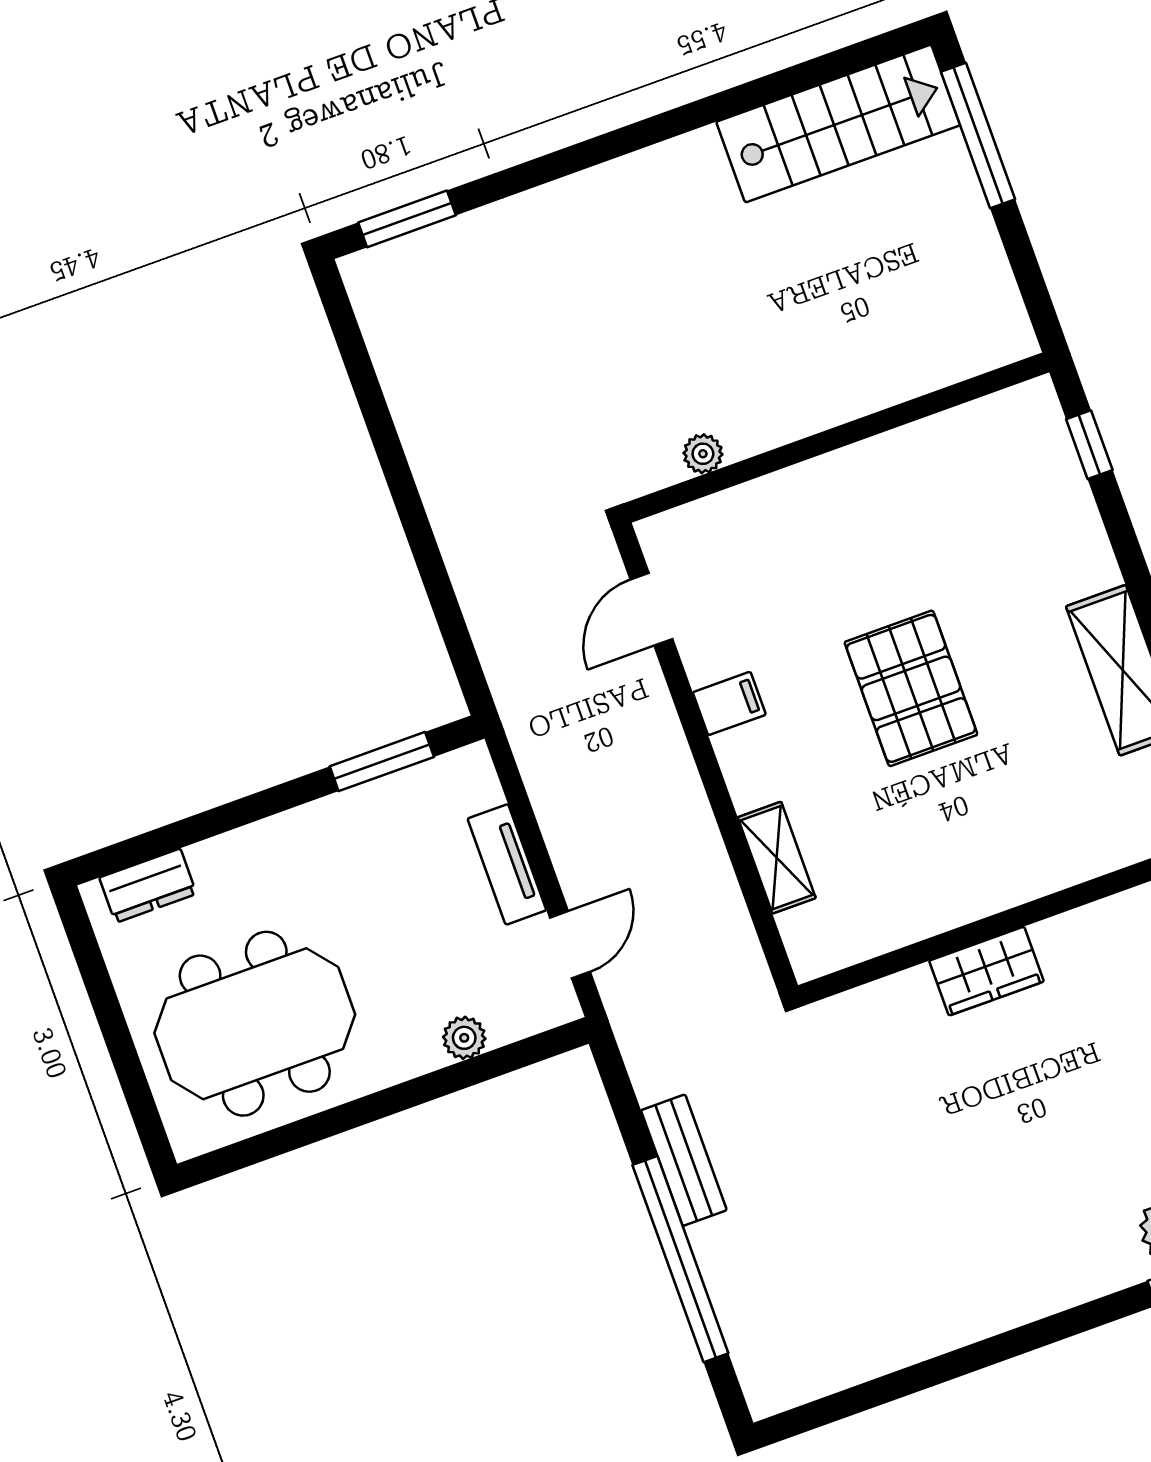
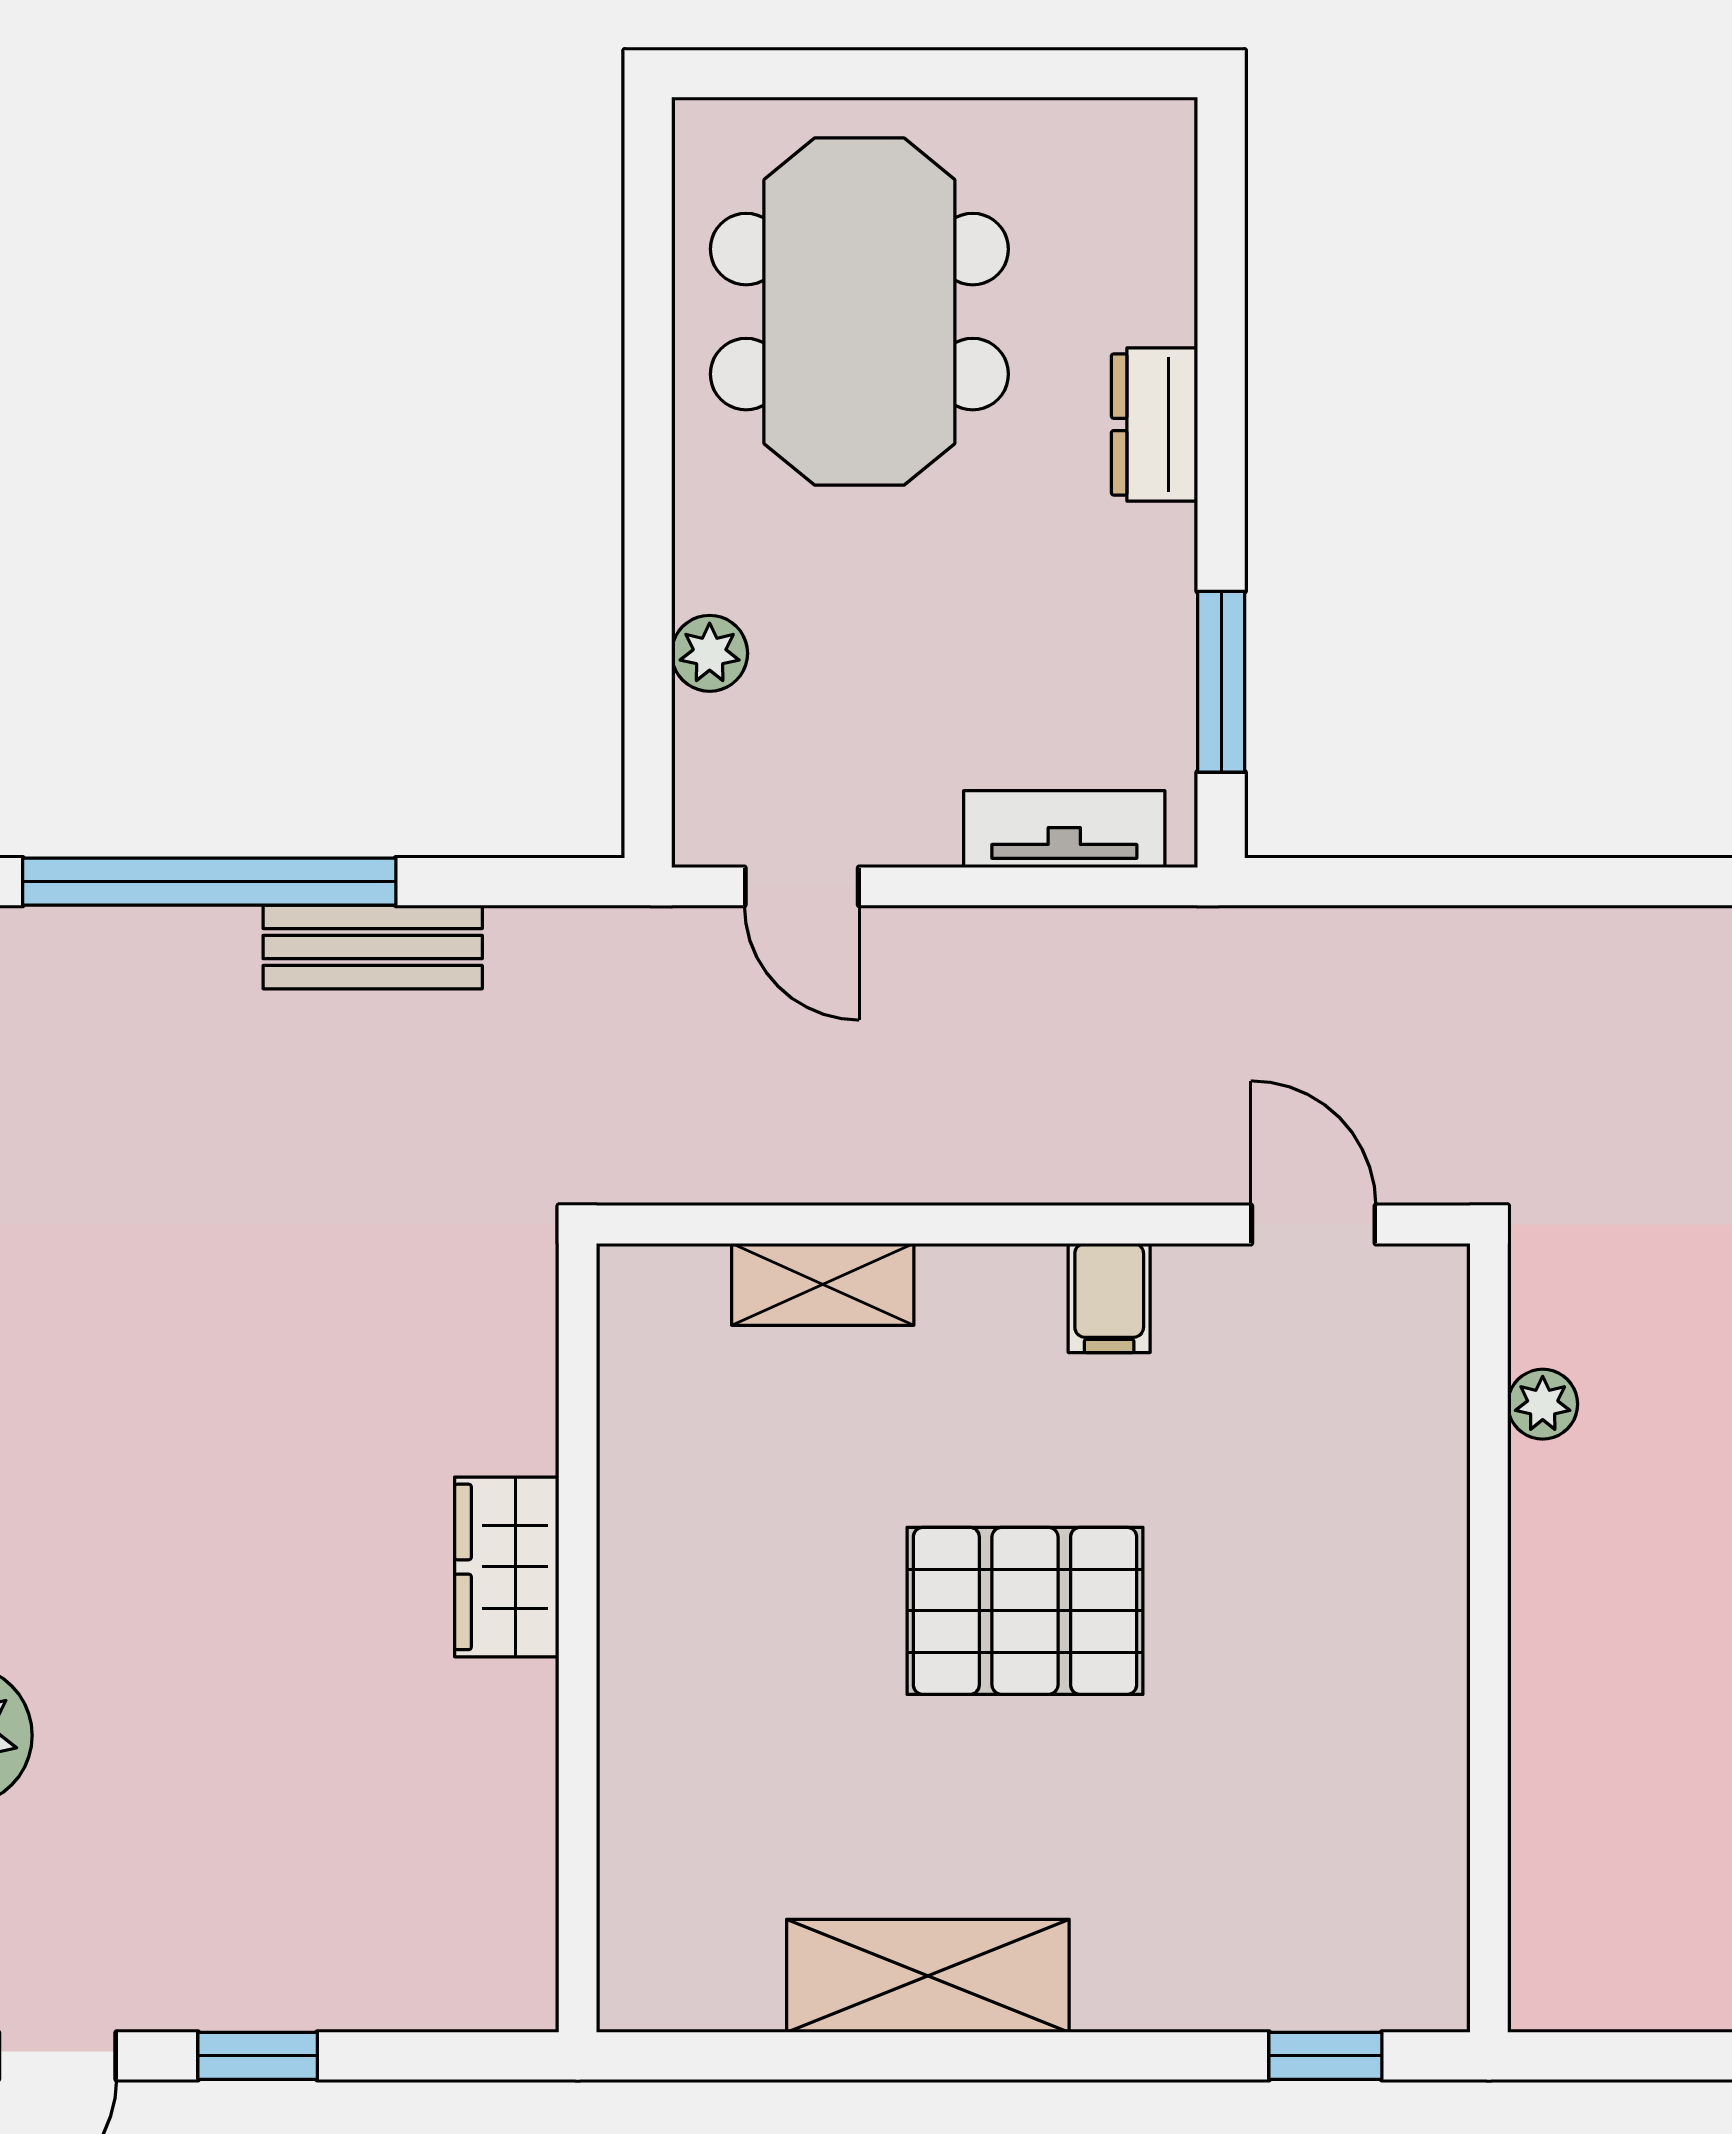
tv unit: (507, 864) -> (1064, 829), moved
dresser: (148, 886) -> (1155, 424), moved

